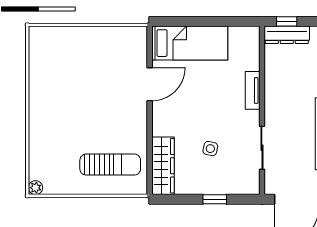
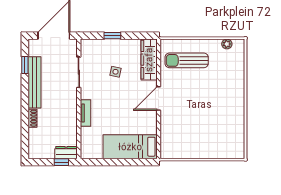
dresser: (287, 35) -> (66, 153), width x0.70
door: (150, 84) -> (159, 98), moved
plant: (35, 188) -> (227, 44), moved

